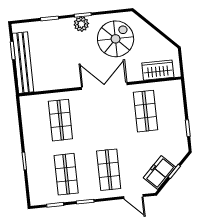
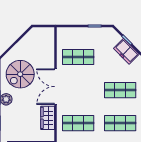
spiral stairs: (116, 39) -> (20, 74), turned -90
wardrobe: (158, 70) -> (48, 118), moved

